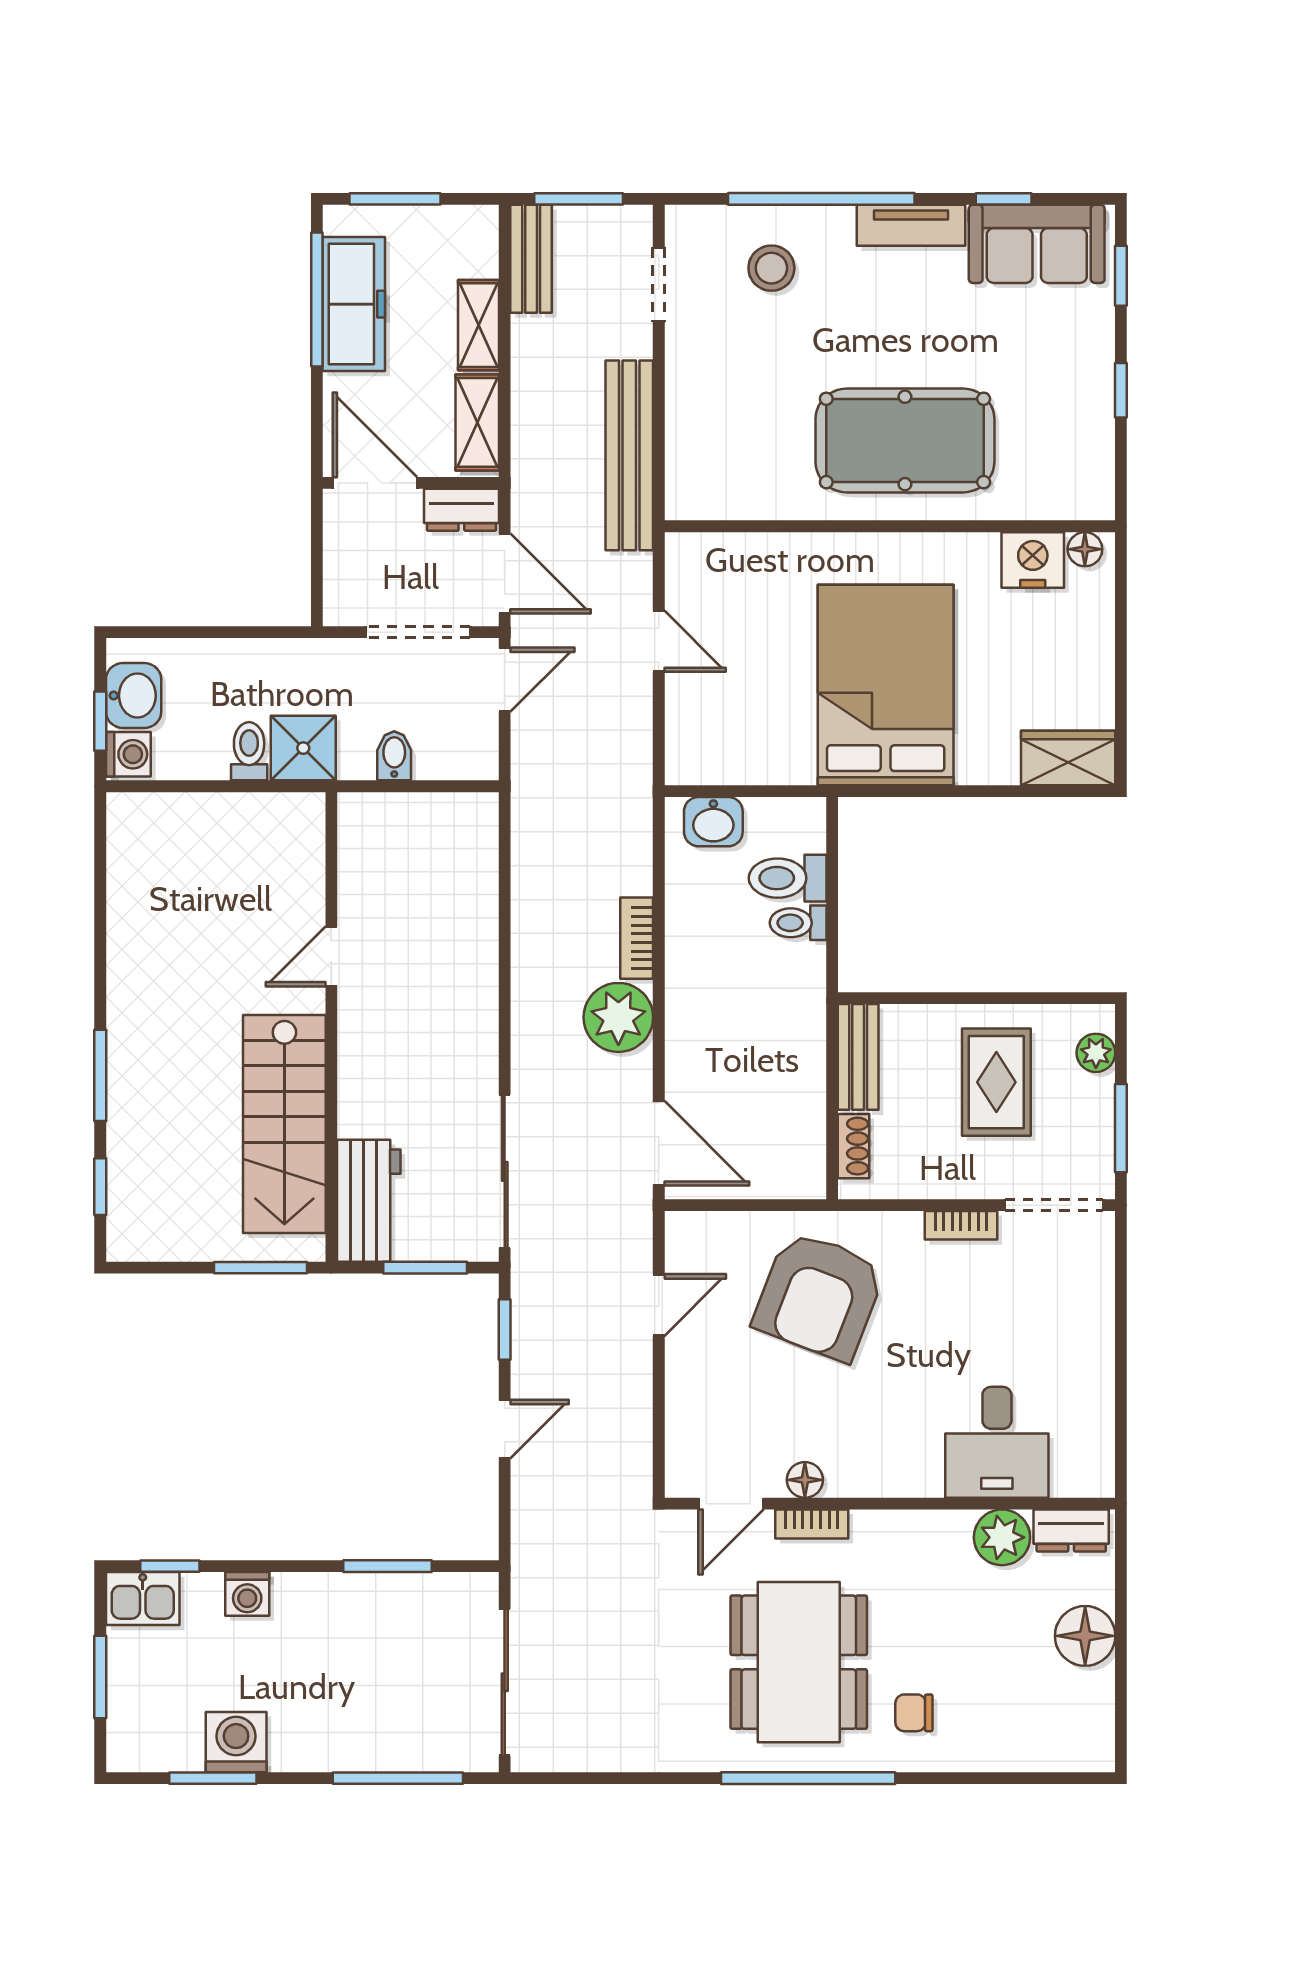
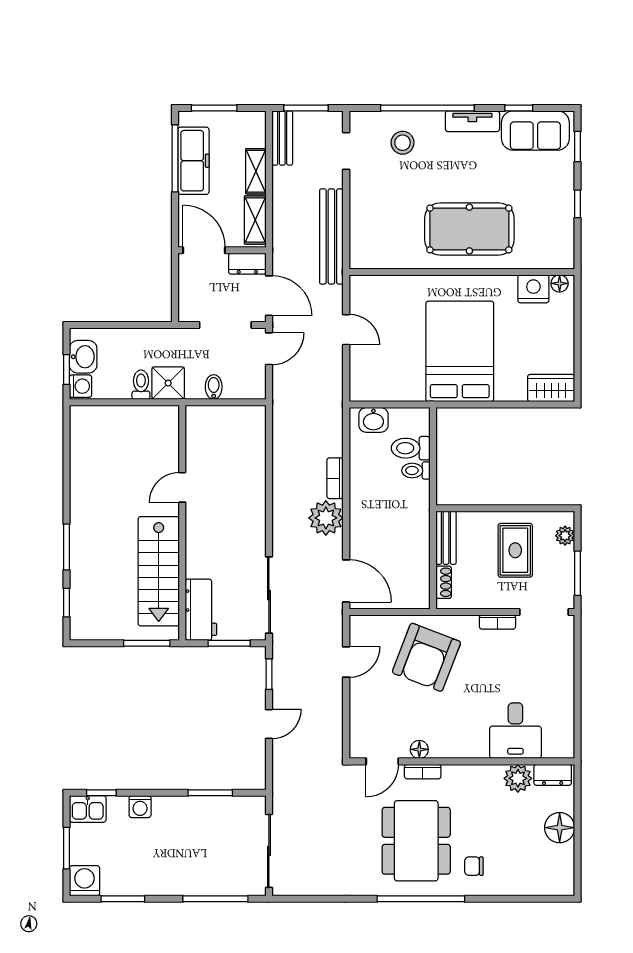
washing machine: (236, 1742) -> (84, 881), moved

